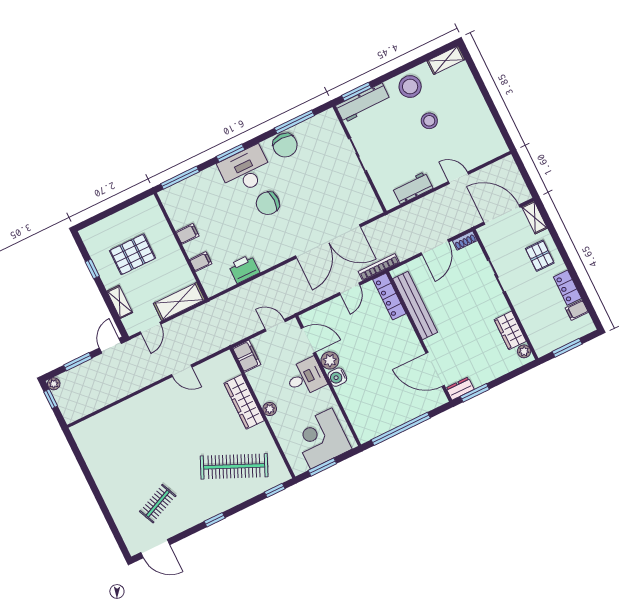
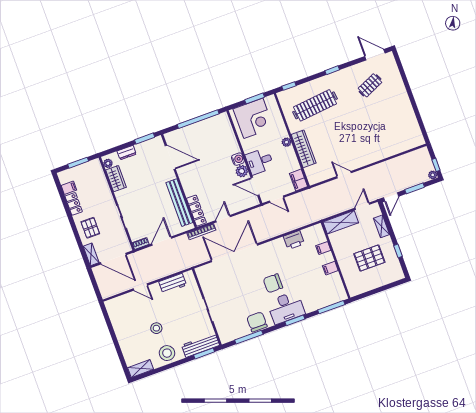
chair: (268, 203) -> (273, 283), turned 180
dresser: (460, 389) -> (127, 153), moved
clothes rail: (234, 466) -> (315, 105), turned -30

